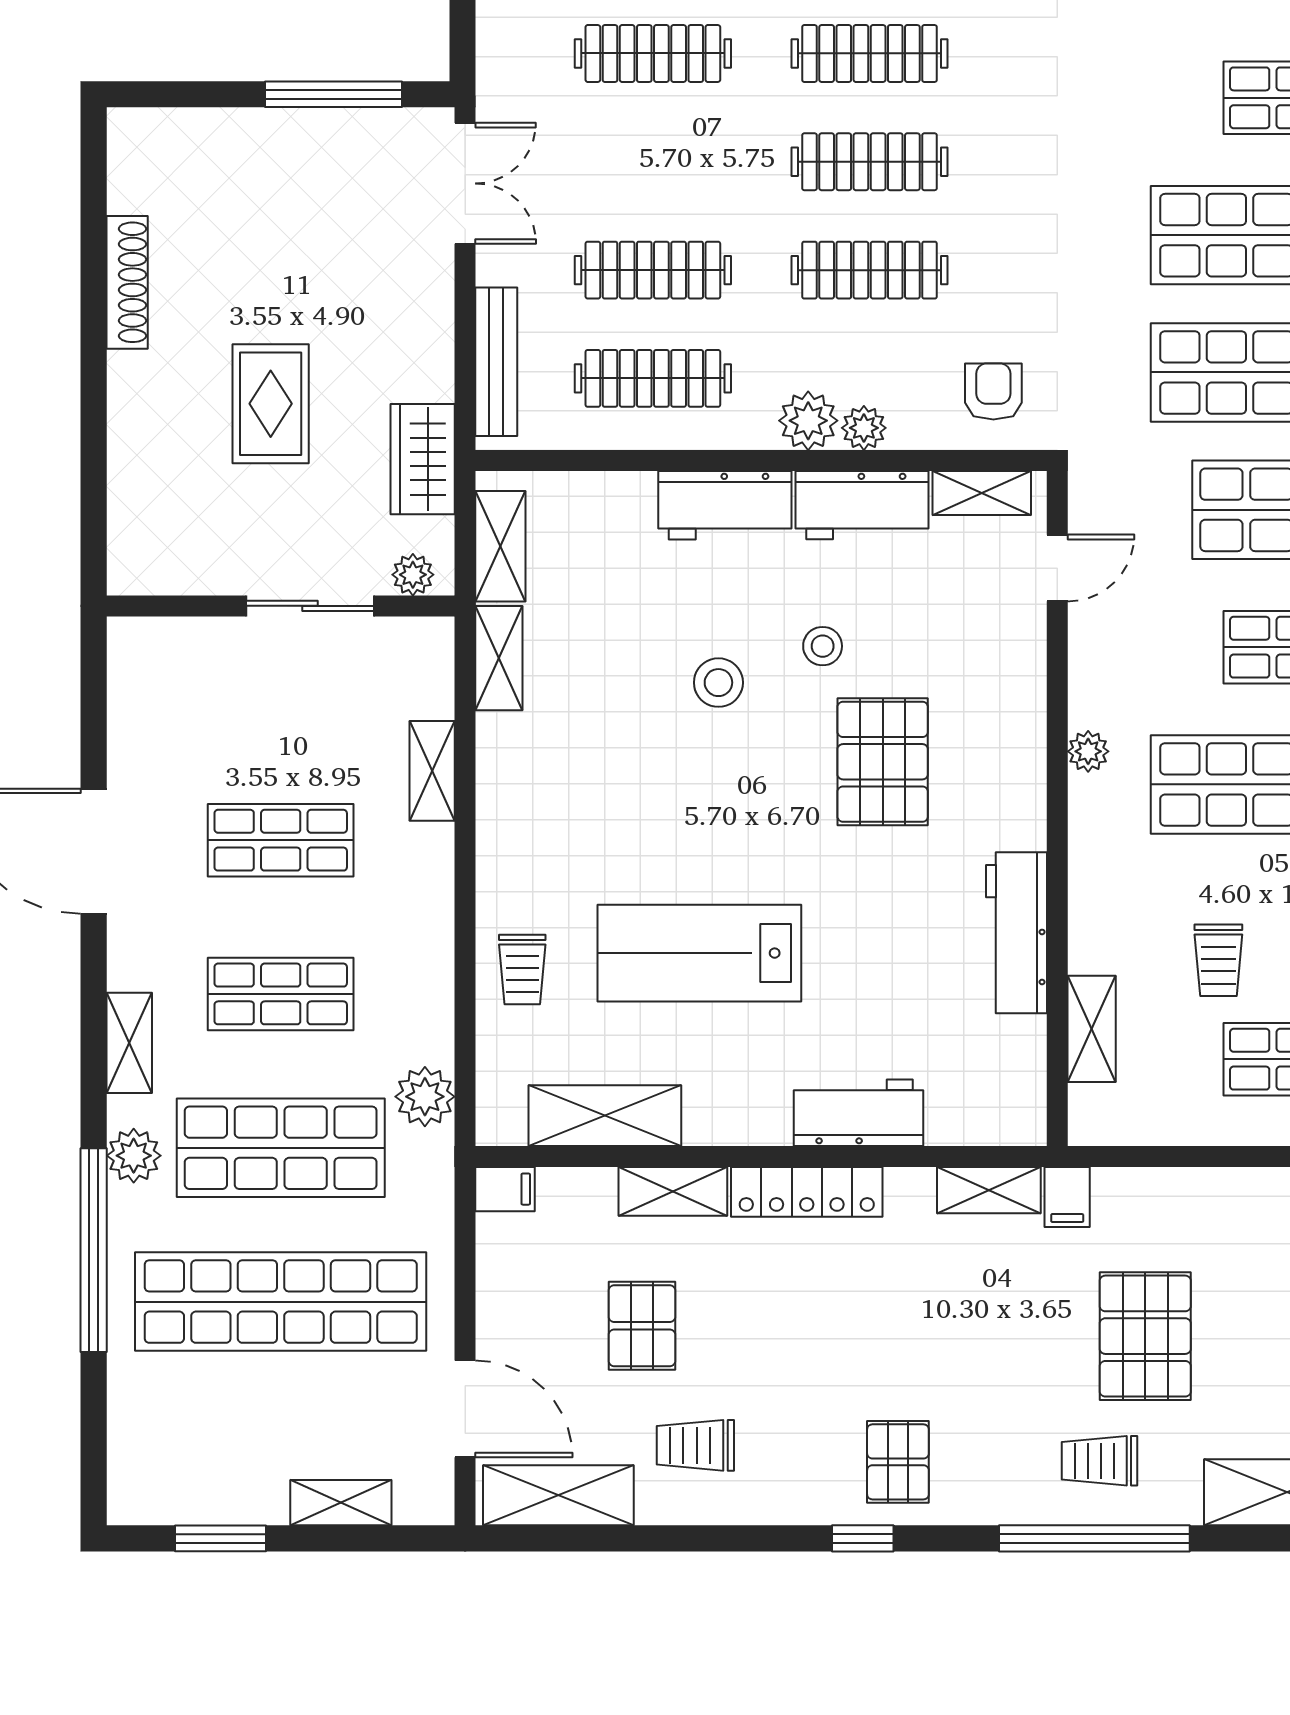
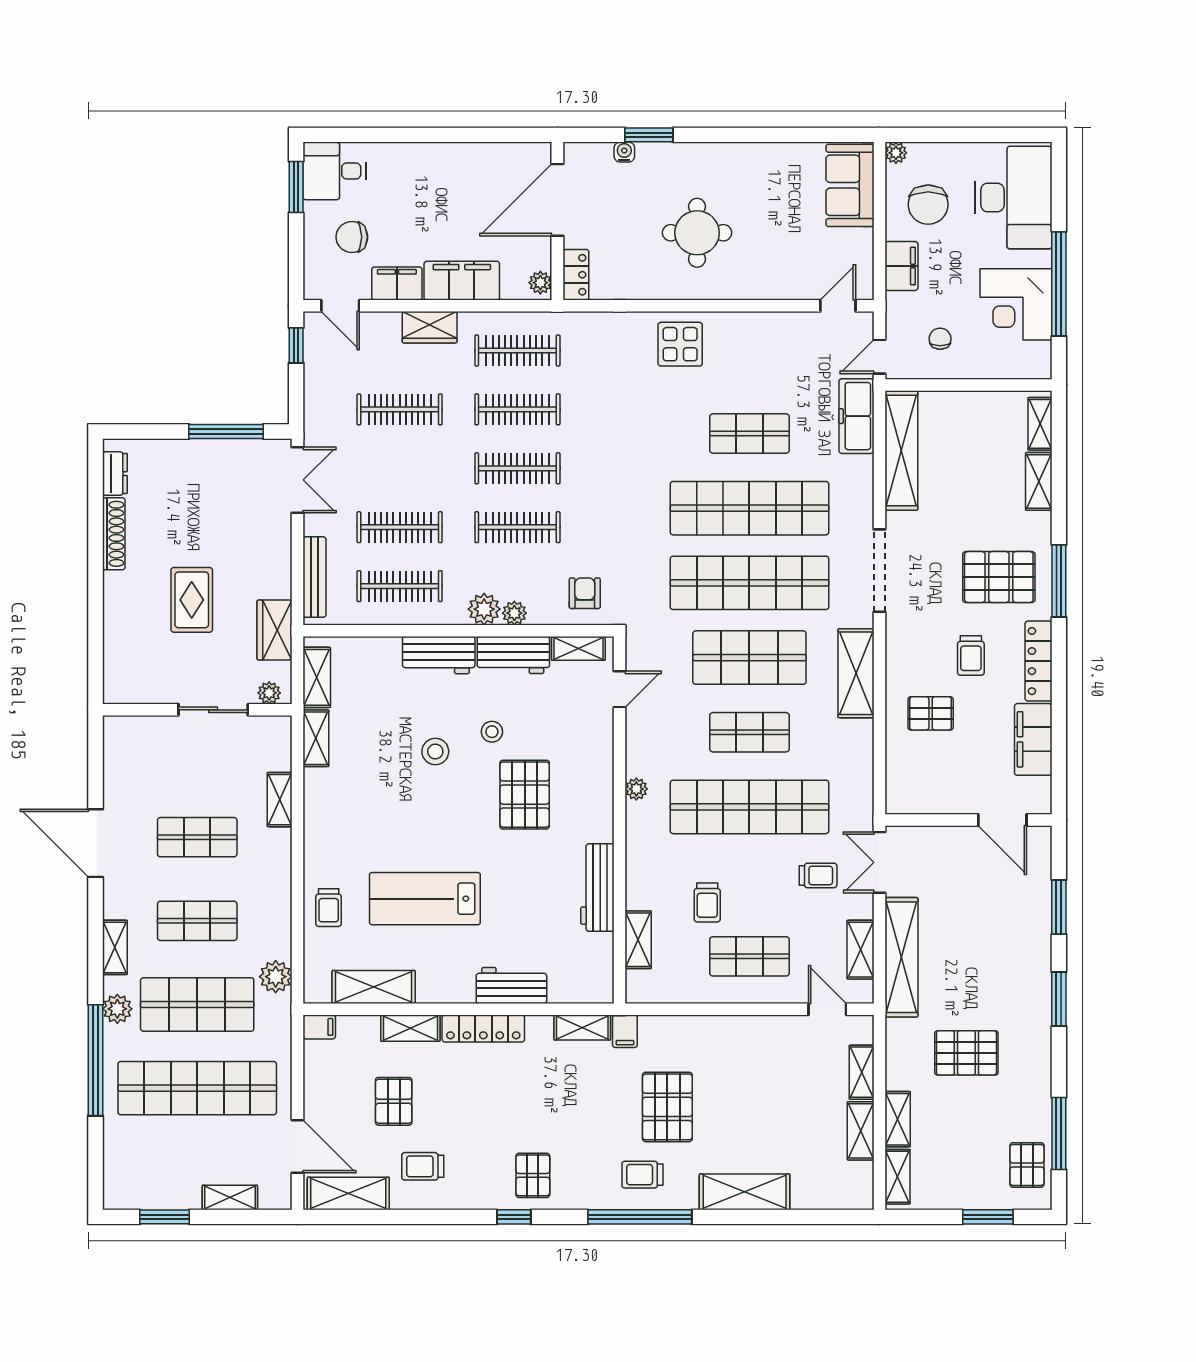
dresser: (129, 171) -> (115, 474), added

